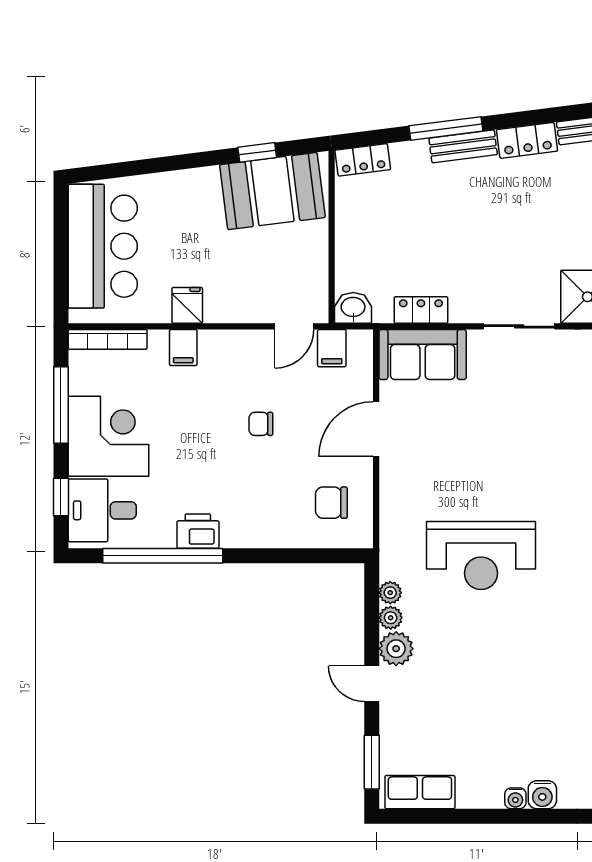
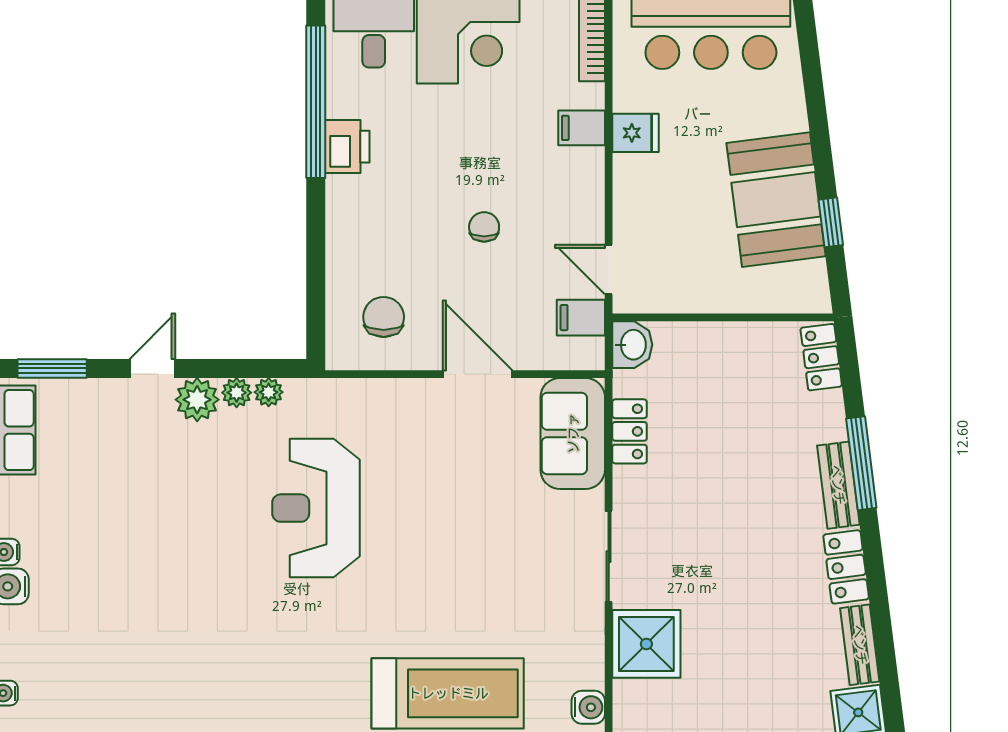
booth: (272, 191) -> (776, 200), moved

